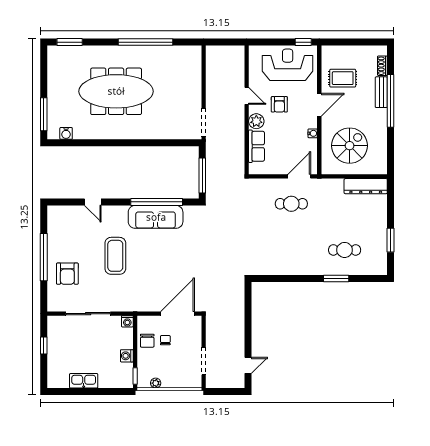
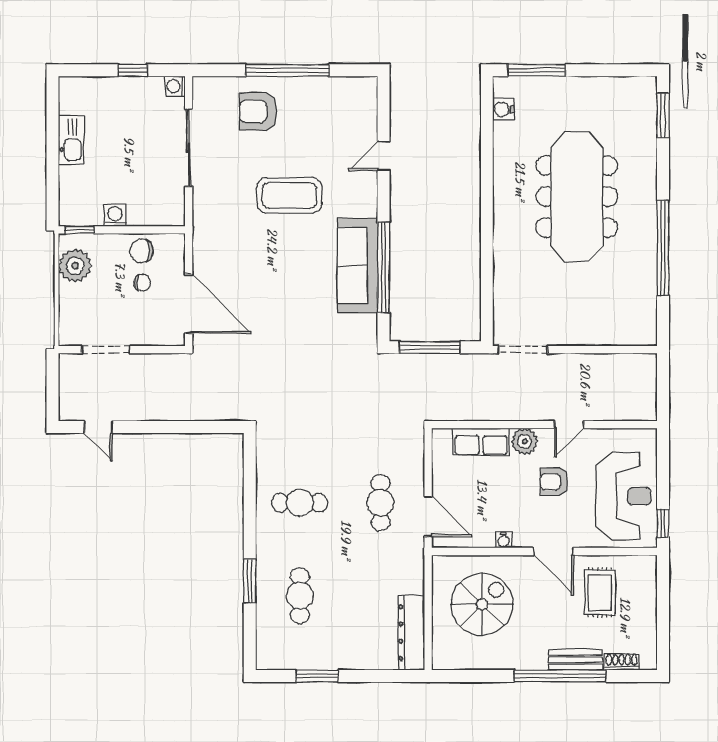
spiral stairs: (350, 146) -> (482, 604), turned -90
cafe table: (291, 250) -> (300, 503), added
washing machine: (127, 321) -> (175, 86), moved
plant: (156, 383) -> (75, 266), width x1.88, depth x1.88

